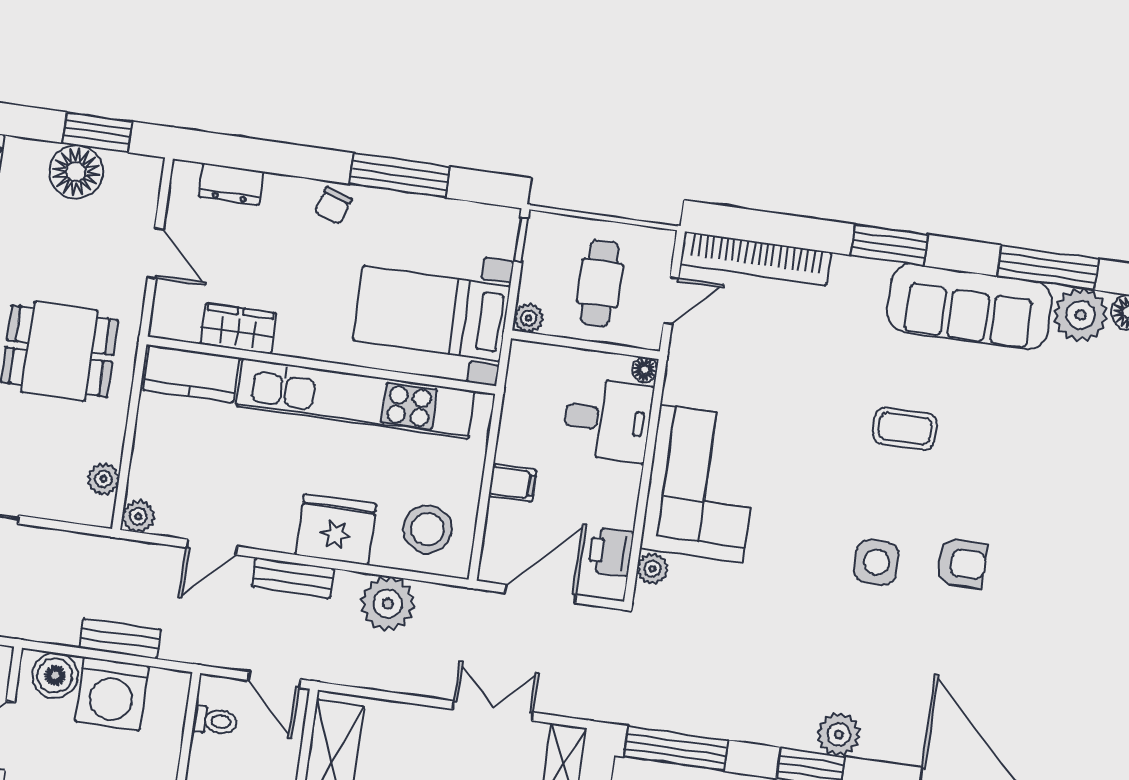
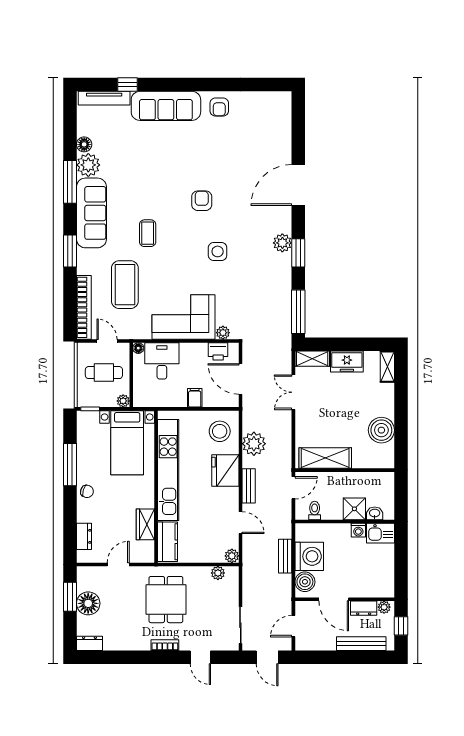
coffee table: (794, 360) -> (125, 285), added
side table: (876, 562) -> (218, 251), moved

